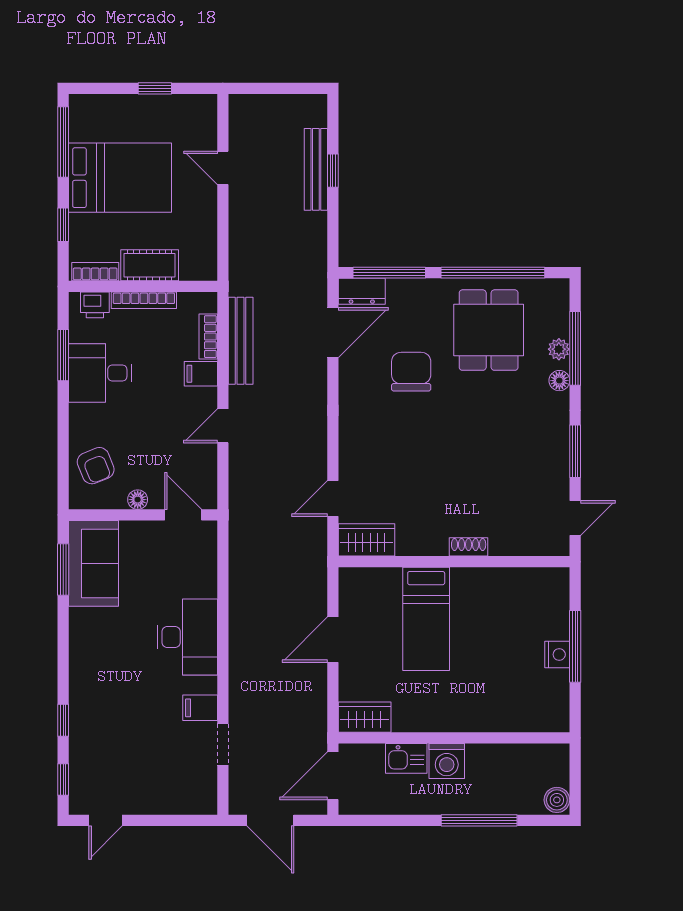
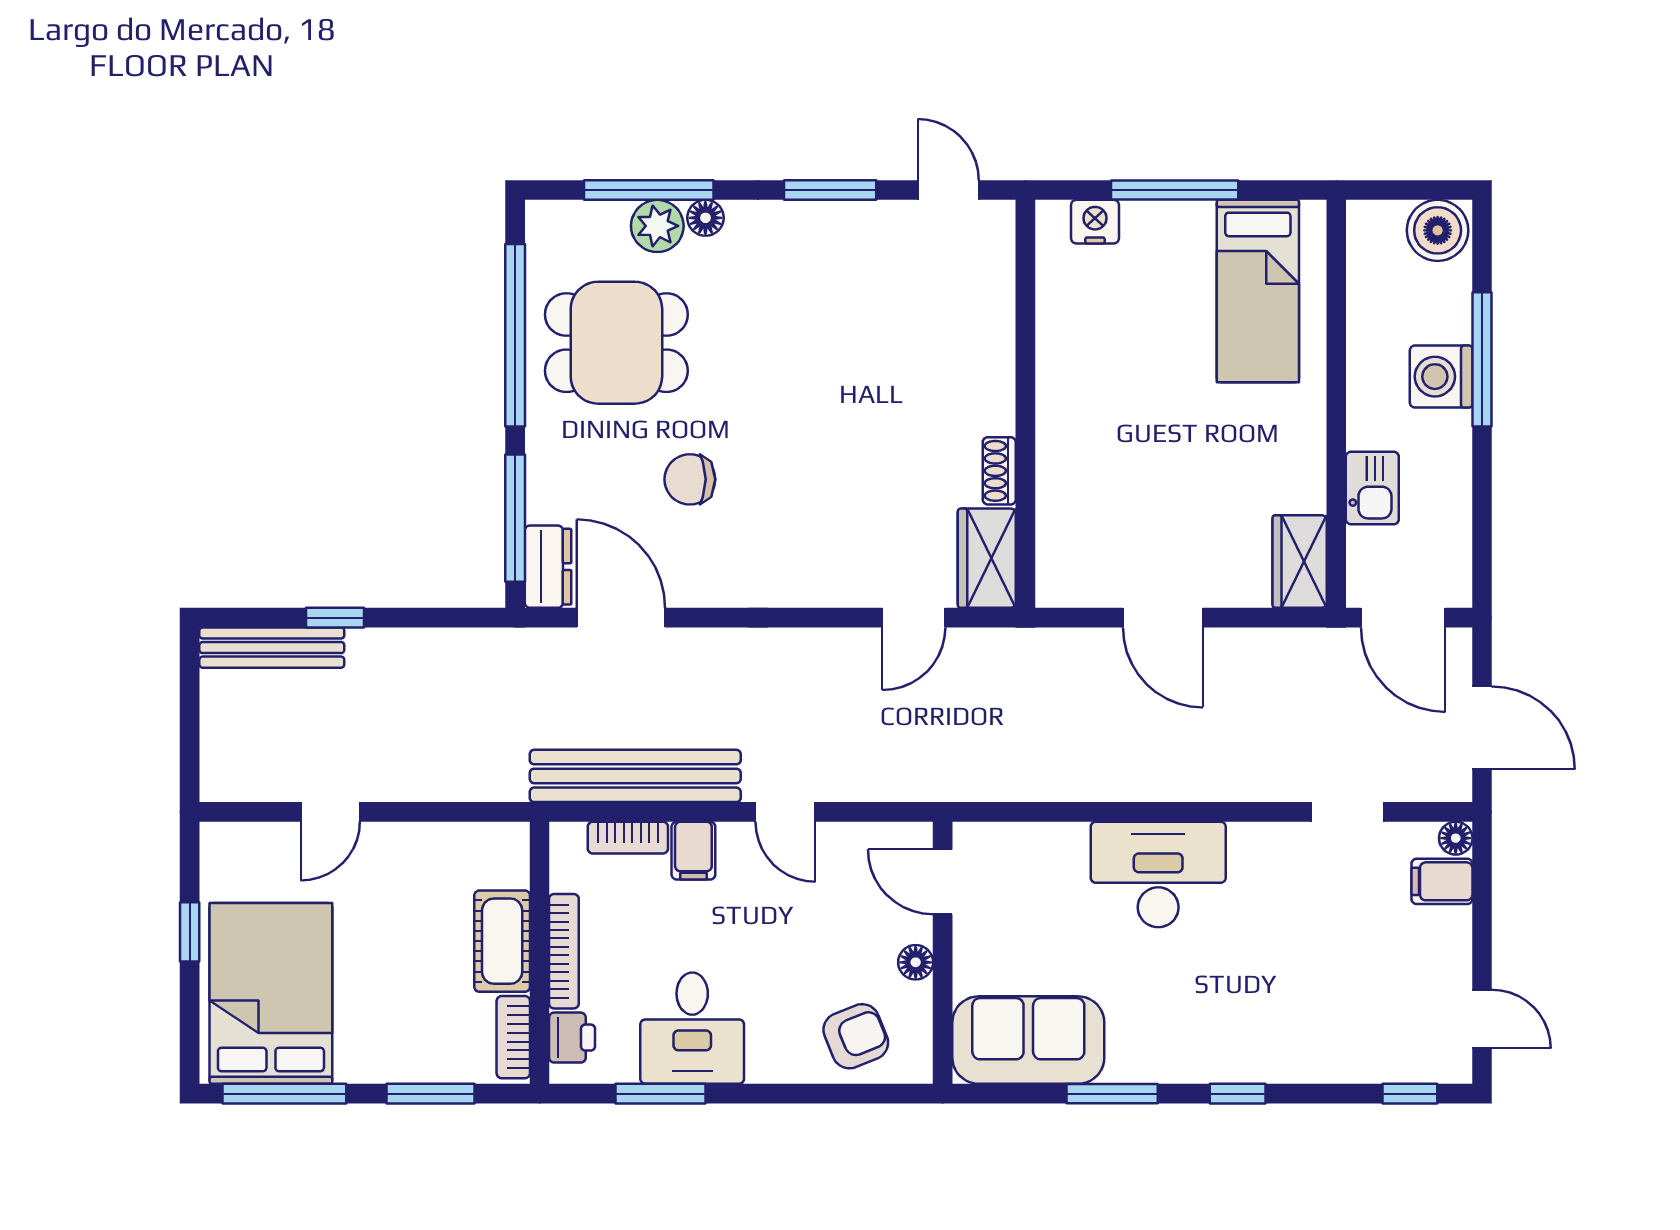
bench: (316, 169) -> (272, 648), moved
bed: (120, 178) -> (271, 993), moved
window: (63, 225) -> (431, 1094), width x1.50
bench: (241, 341) -> (635, 776), width x1.37, depth x1.21
plant: (559, 349) -> (657, 226), width x1.38, depth x1.38
chair: (411, 372) -> (690, 479), width x0.73, depth x0.73
door: (333, 499) -> (914, 618), hinge flipped
door: (183, 515) -> (943, 882), hinge flipped
shoe rack: (469, 547) -> (999, 471), moved
window: (63, 570) -> (1112, 1094), moved
bed: (426, 619) -> (1258, 291), moved, turned 90
nightstand: (557, 655) -> (1095, 222), moved
filing cabinet: (200, 708) -> (1442, 881), moved, turned 90
window: (63, 720) -> (1238, 1094), moved
washing machine: (447, 761) -> (1441, 377), moved, turned 180
boiler: (557, 800) -> (1438, 230), width x1.36, depth x1.36
floor lamp: (208, 806) -> (1456, 838), added
door: (270, 820) -> (1482, 728), hinge flipped

